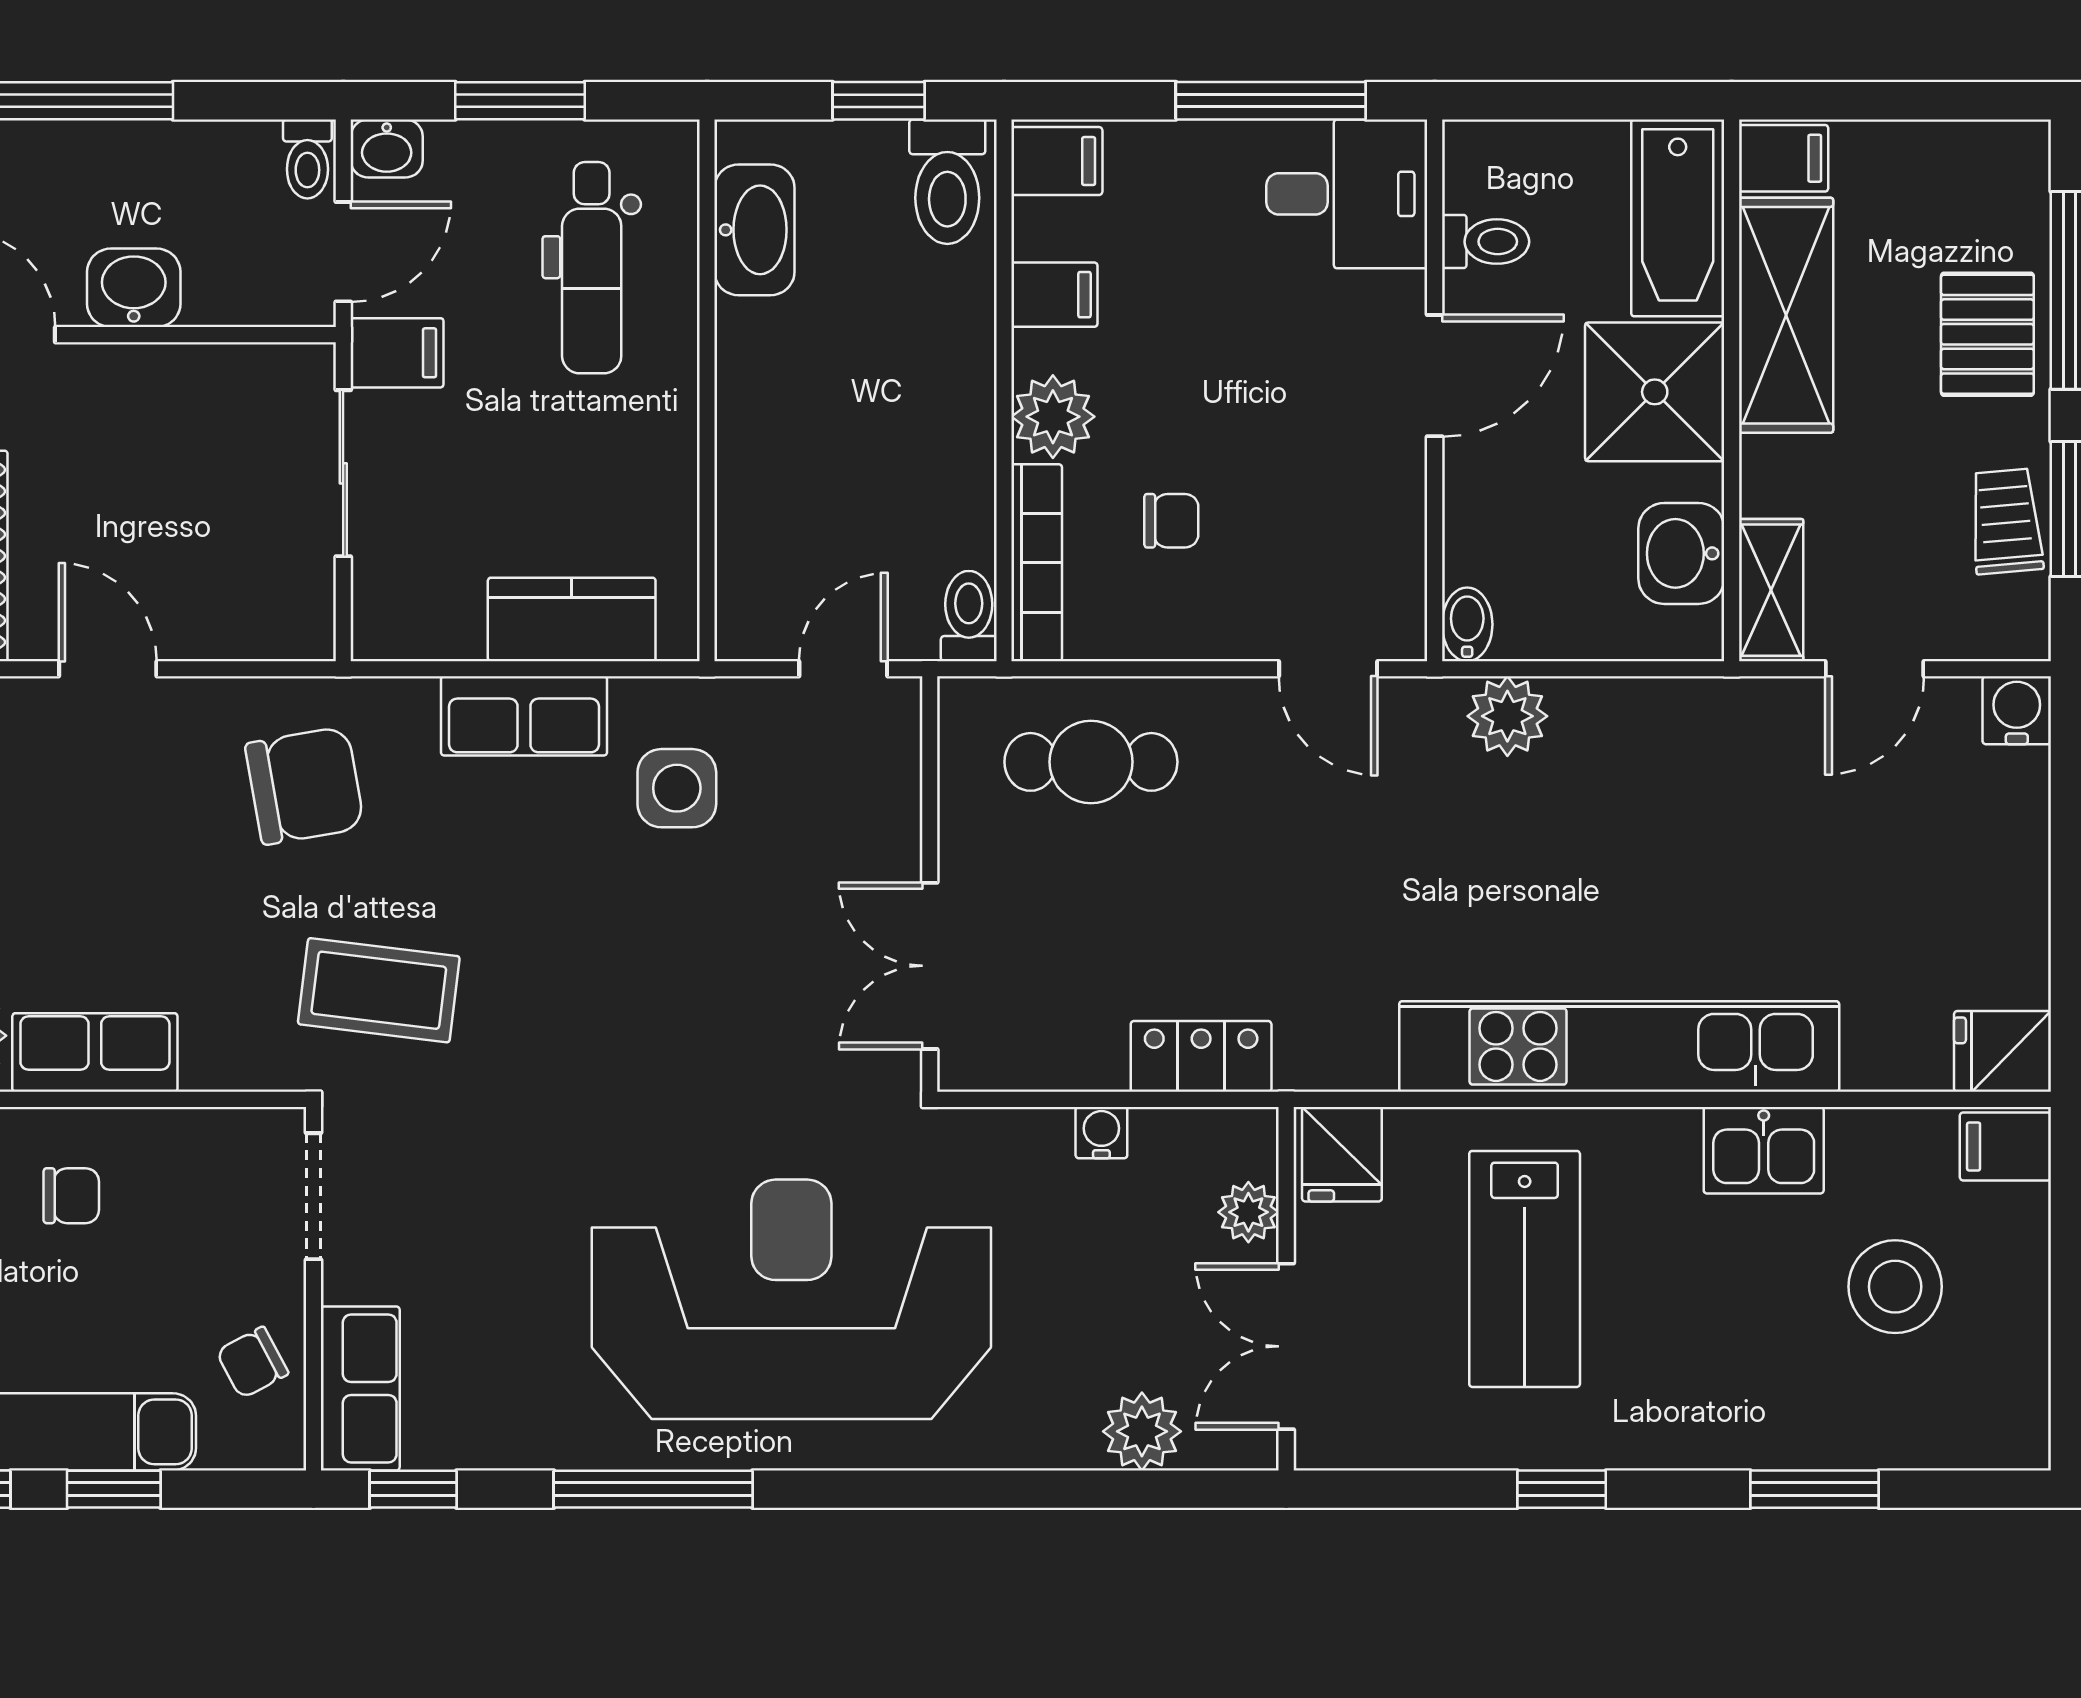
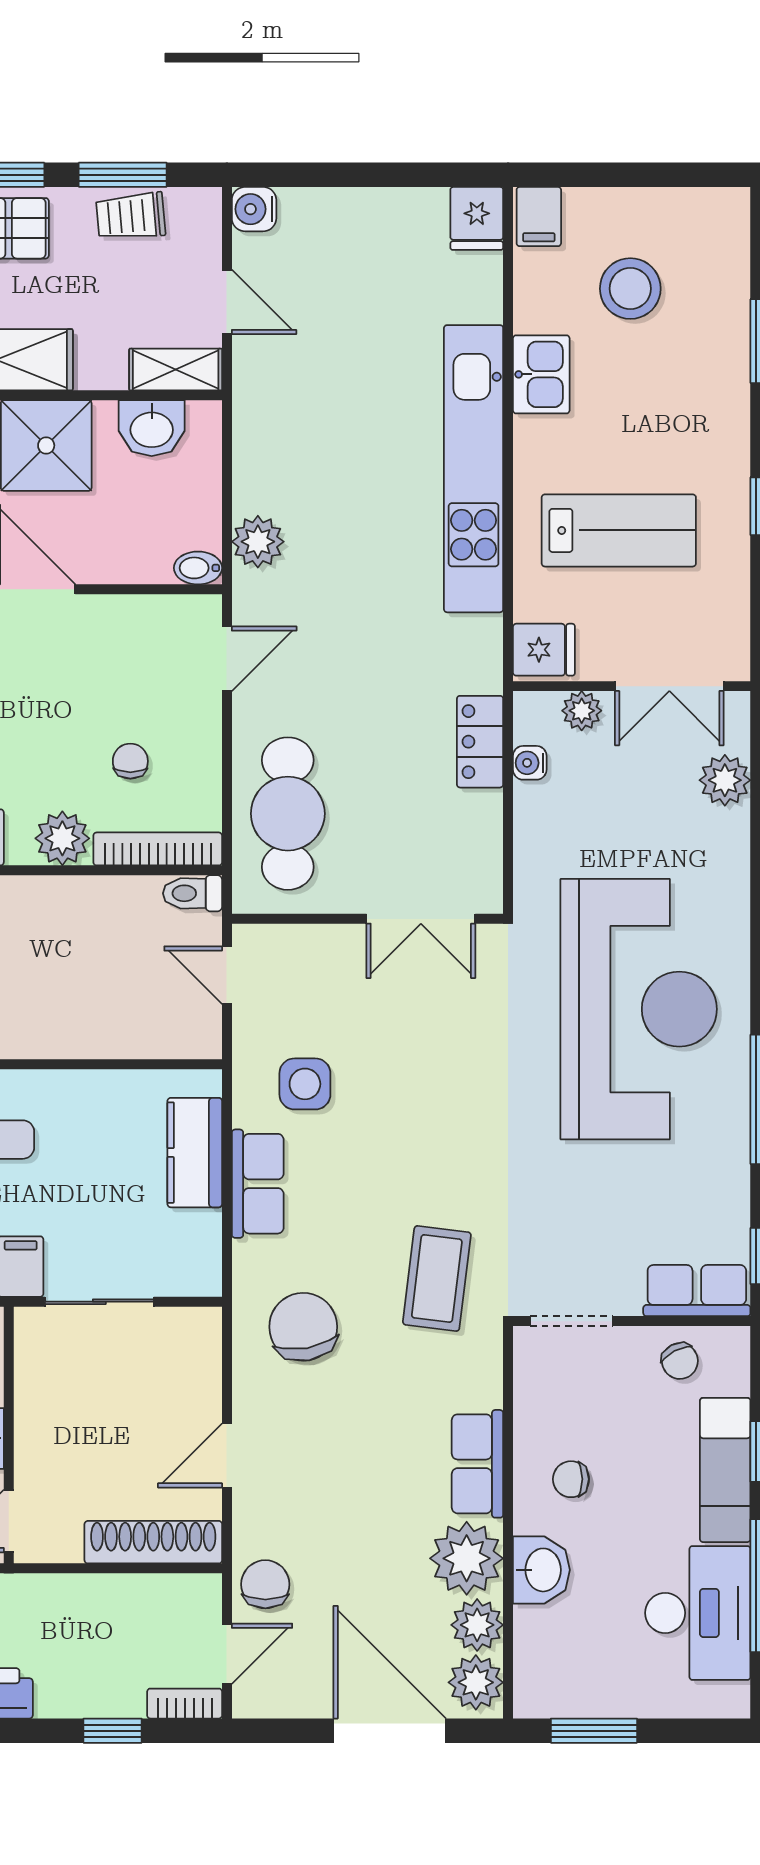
cafe table: (1091, 762) -> (288, 814), width x1.37, depth x1.35
water cooler: (1101, 1133) -> (530, 763), moved
chair: (71, 1196) -> (571, 1479), turned -90
reception desk: (791, 1299) -> (639, 1009), turned 180

